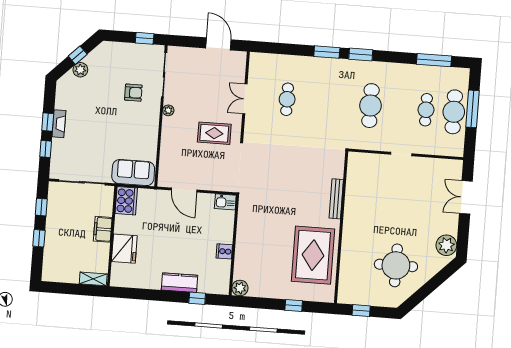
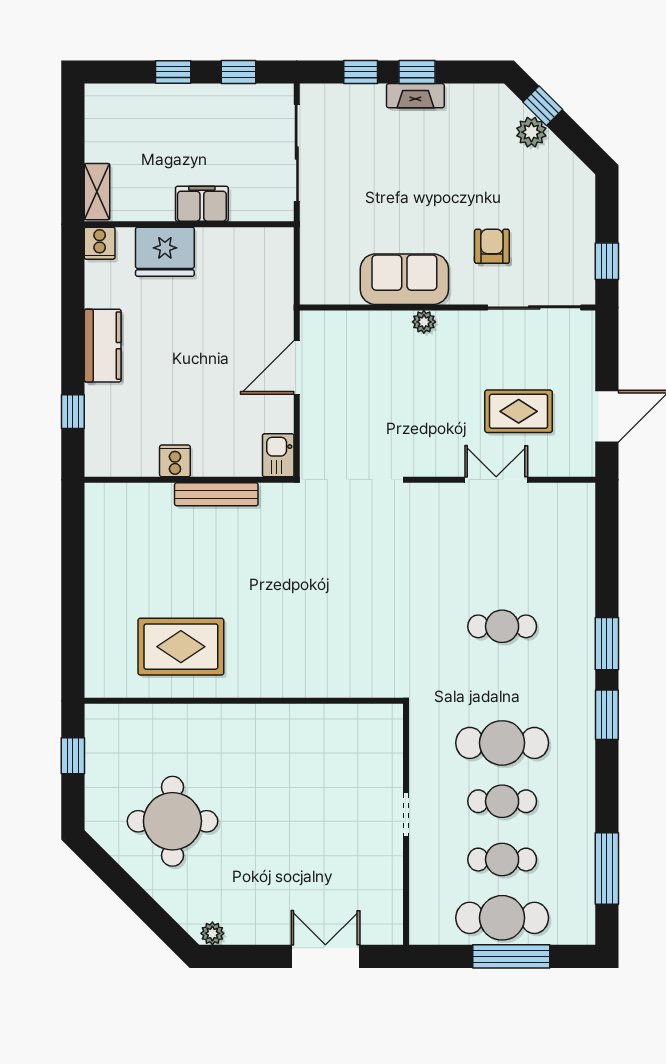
window: (78, 55) -> (543, 106), moved
armchair: (133, 93) -> (492, 246), turned 180
cafe table: (287, 99) -> (502, 626), moved
cafe table: (398, 108) -> (502, 801), added
plant: (168, 110) -> (424, 322), moved
rug: (214, 133) -> (519, 411), moved, turned 90
sofa: (133, 173) -> (404, 279), moved, turned -90
bench: (336, 199) -> (216, 494), moved
cooker: (126, 201) -> (100, 243), moved, width x0.53, depth x0.76
plant: (446, 245) -> (212, 933), width x0.53, depth x0.53
rug: (313, 255) -> (181, 647), width x0.73, depth x0.69
kitchen counter: (179, 283) -> (103, 346), moved
plant: (240, 288) -> (101, 499), removed
window: (294, 306) -> (73, 614), removed

